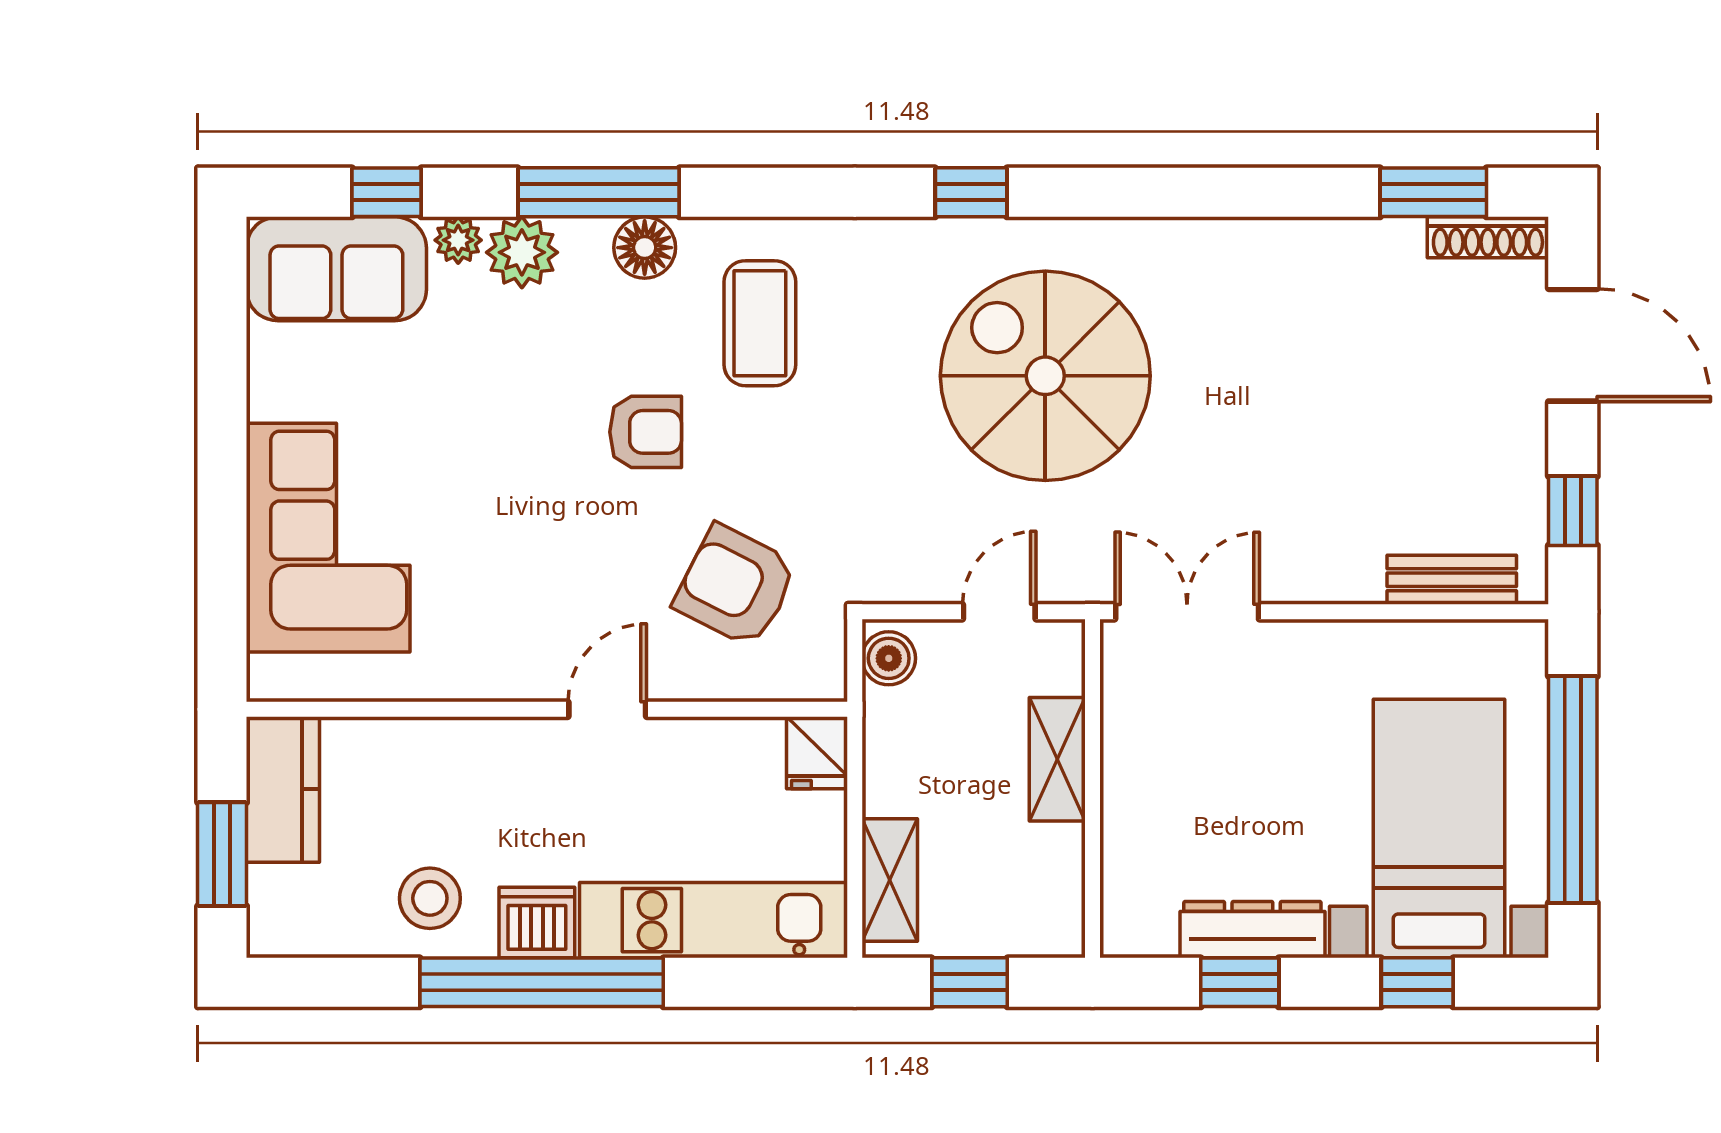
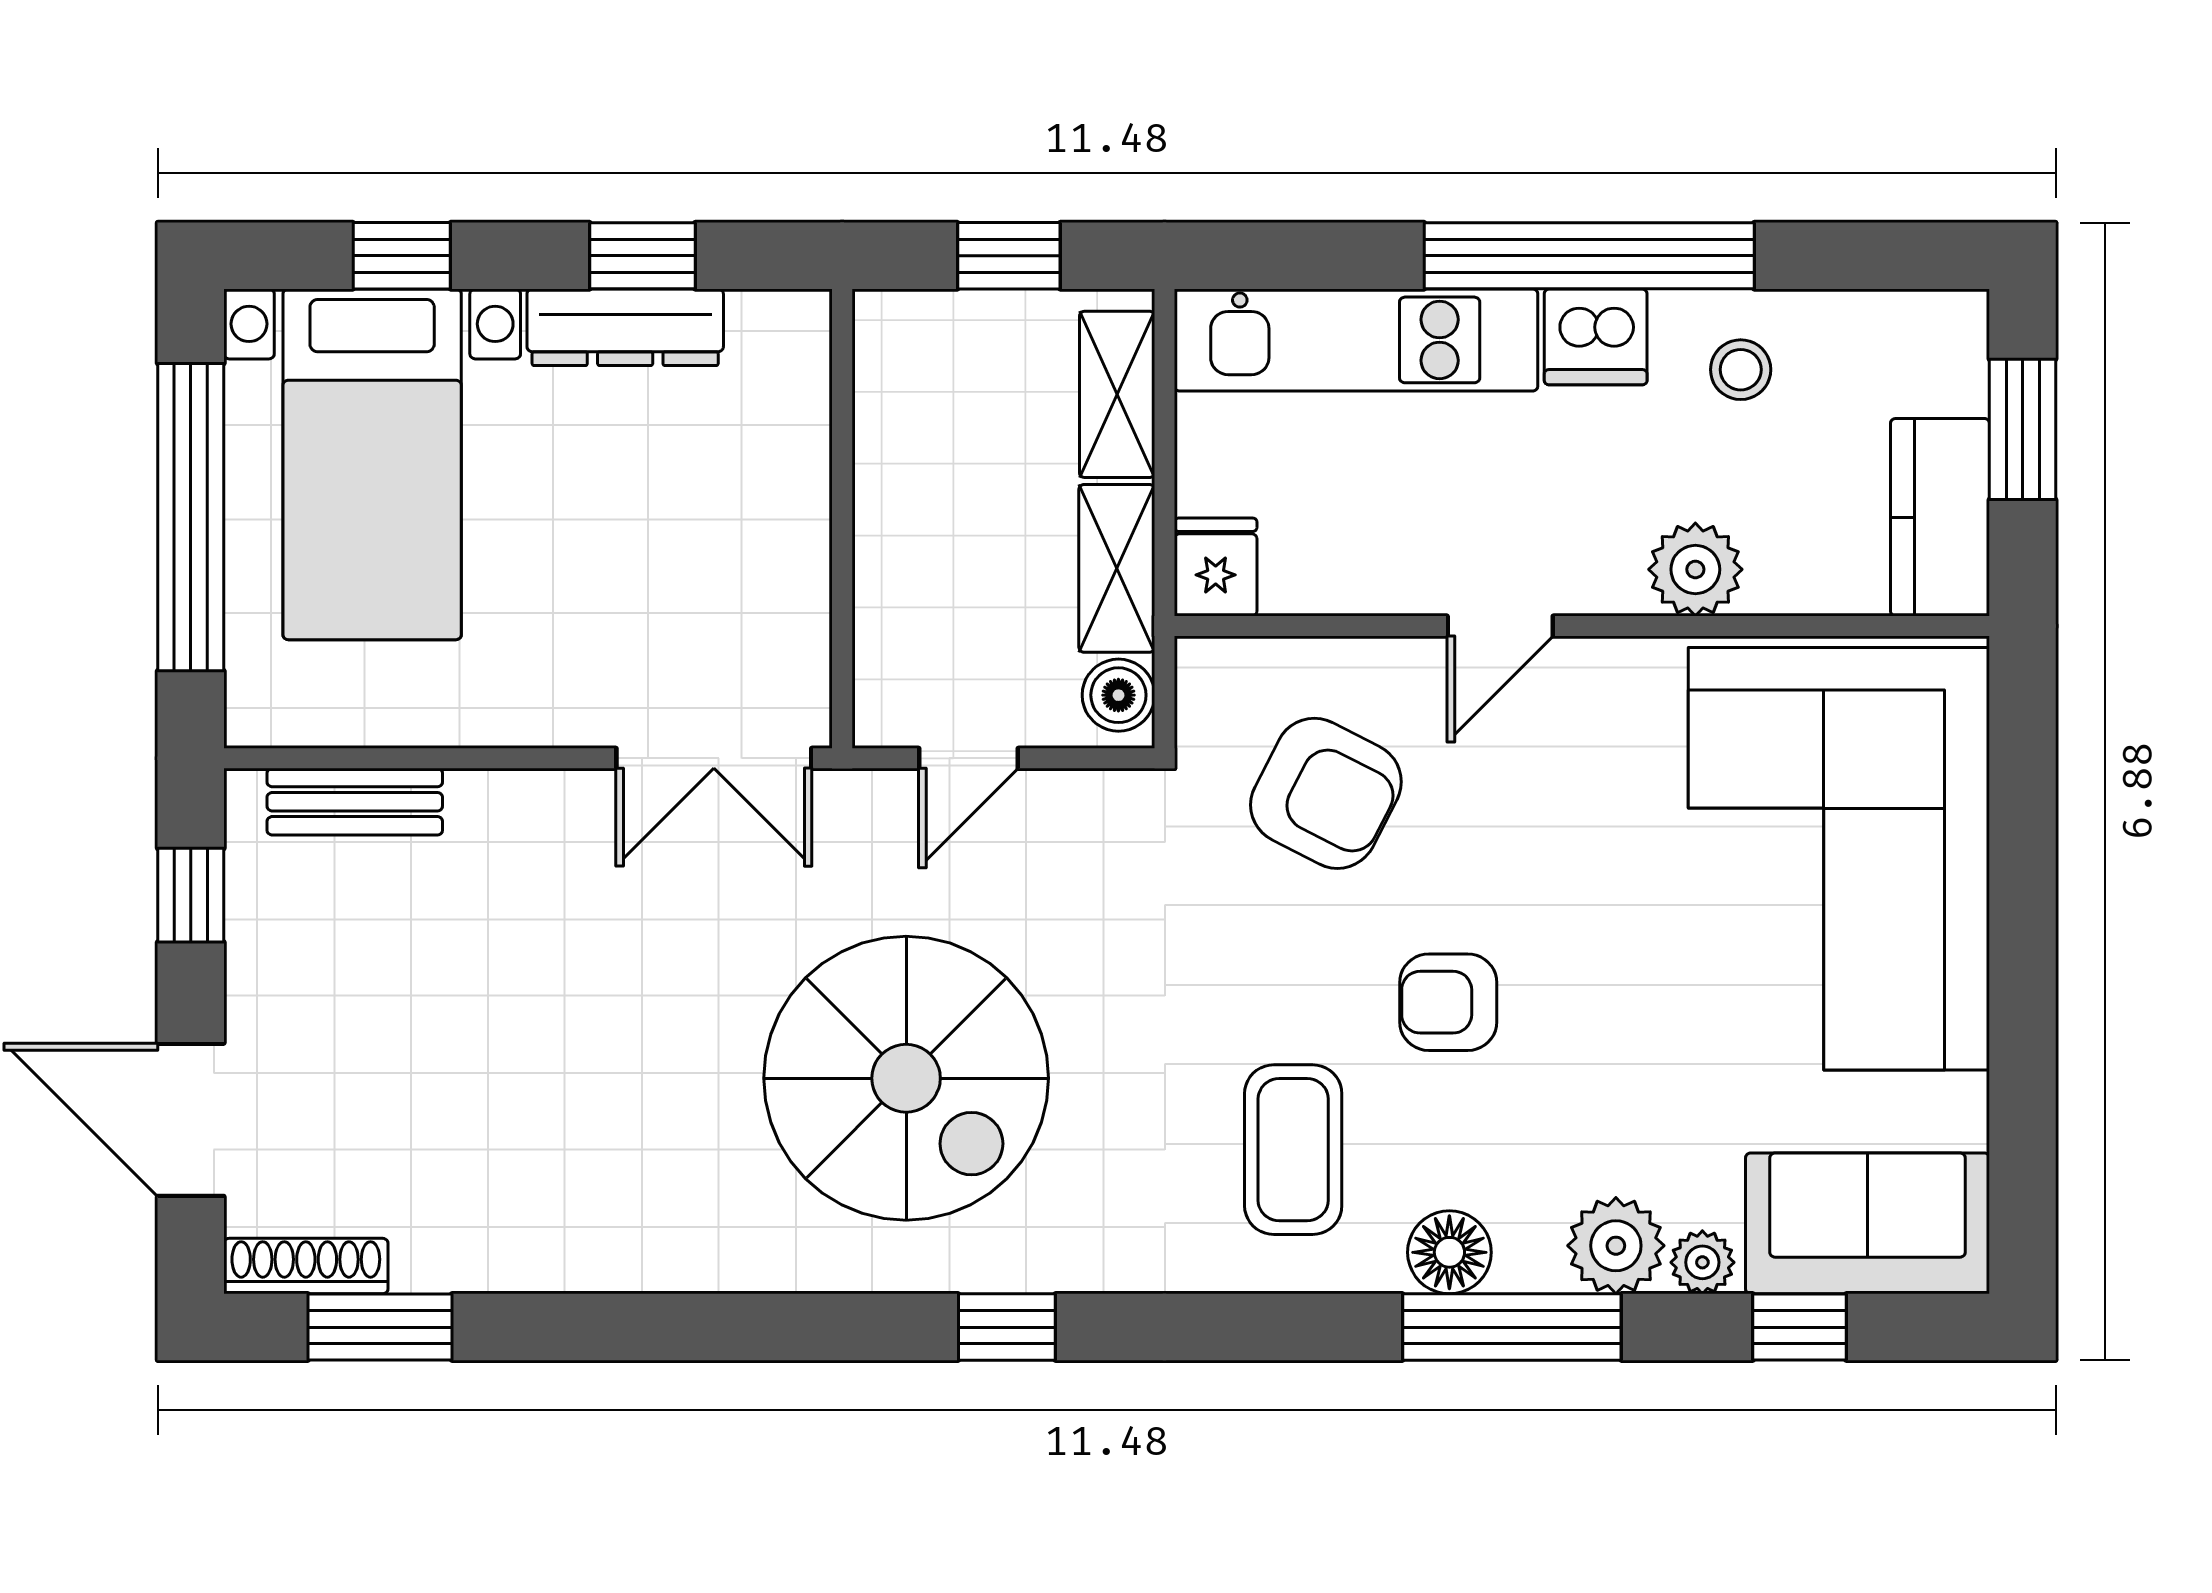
corner sofa: (328, 538) -> (1839, 859), width x1.36, depth x1.36
plant: (463, 751) -> (1695, 569), added
shelving: (1057, 759) -> (1117, 568), moved
stool: (430, 898) -> (1741, 370), width x0.73, depth x0.73

